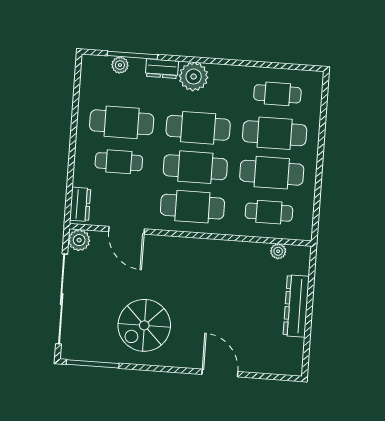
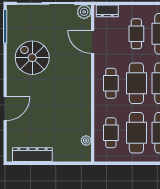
cafe table: (192, 207) -> (111, 83), width x0.73, depth x0.74
door: (127, 230) -> (93, 42), hinge flipped
dresser: (296, 306) -> (32, 155), moved

